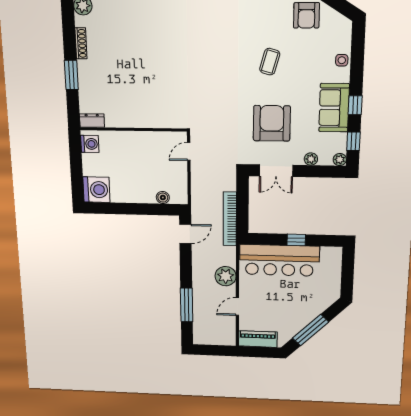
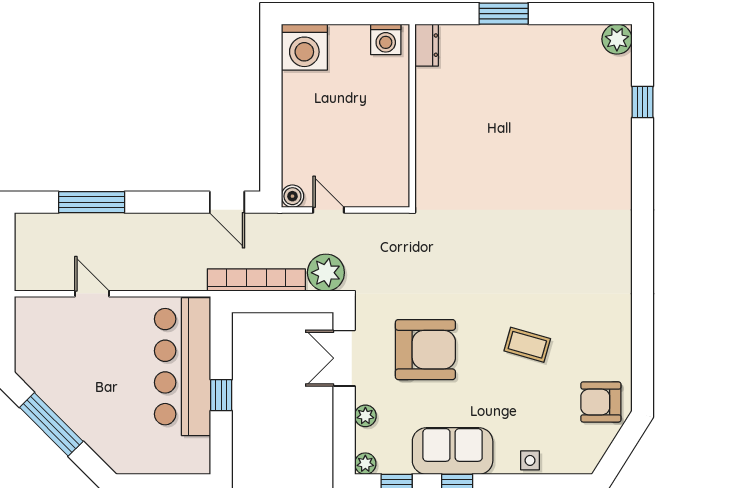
shoe rack: (81, 43) -> (556, 33), removed
door: (189, 151) -> (329, 210), moved
boiler: (163, 198) -> (292, 196), moved
plant: (226, 276) -> (326, 273), moved
piano: (258, 339) -> (30, 331), removed

